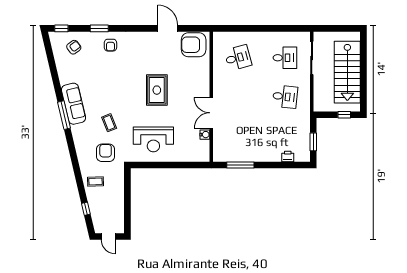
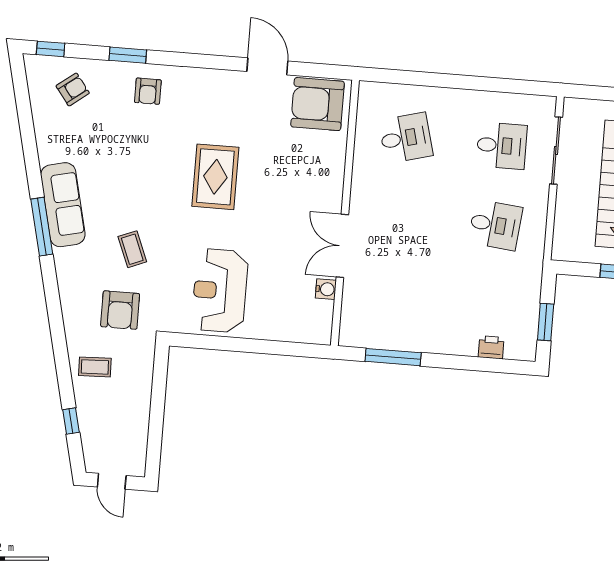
rug: (157, 90) -> (215, 177), moved
reception desk: (153, 139) -> (220, 291), turned 90
armchair: (106, 153) -> (120, 310), turned 180

